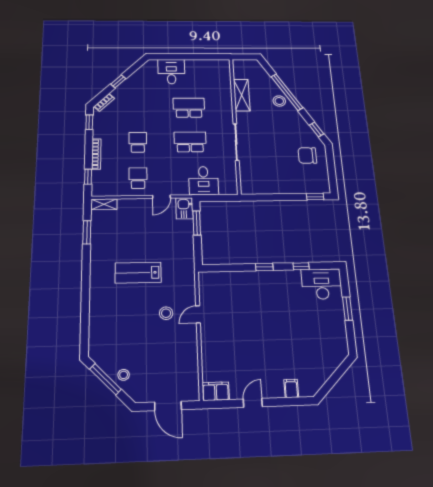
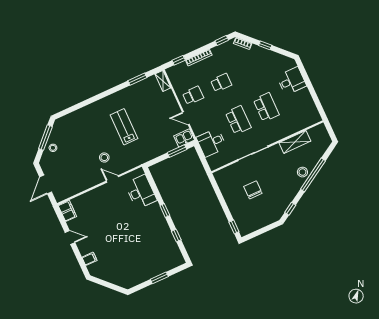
chair: (307, 155) -> (253, 190), moved
desk: (322, 284) -> (141, 192), moved

